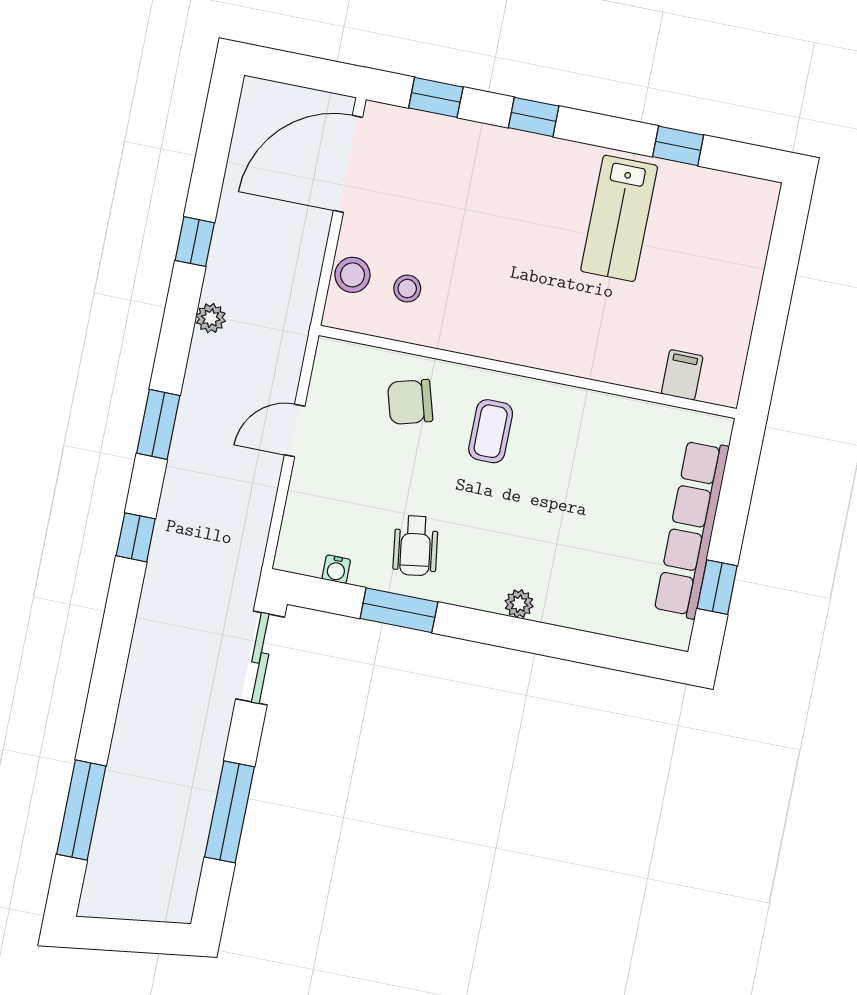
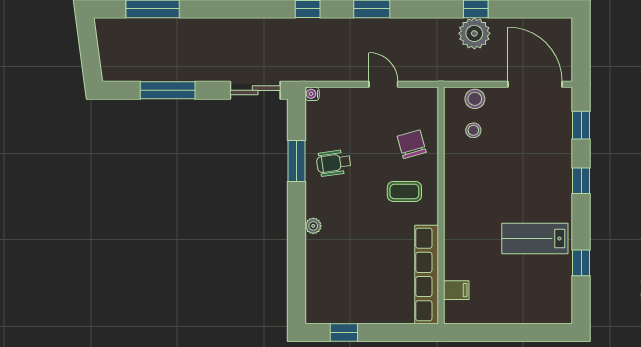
plant: (211, 318) -> (474, 33), moved, width x1.88, depth x1.88
row of seats: (692, 529) -> (427, 274), moved, turned -90
water cooler: (336, 569) -> (312, 94), moved

